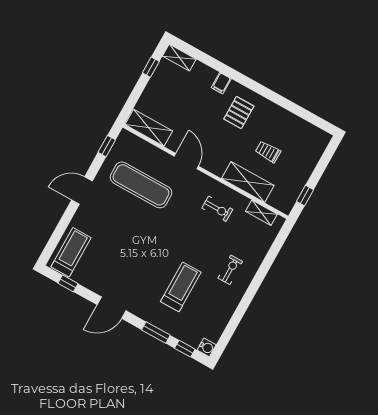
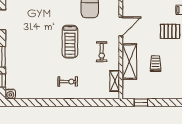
door: (186, 161) -> (121, 26), moved
treadmill: (181, 287) -> (70, 42), moved, turned 90

